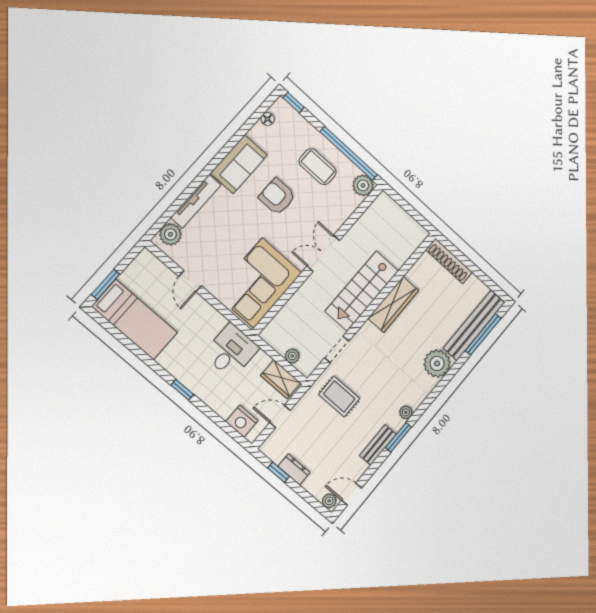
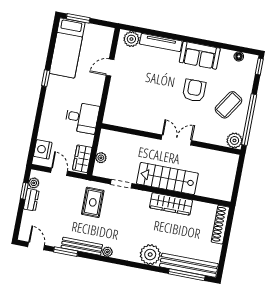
coffee table: (318, 167) -> (228, 105), turned 33
corner sofa: (258, 283) -> (134, 110), removed
window: (182, 390) -> (46, 78), moved
window: (398, 437) -> (66, 252), moved
bench: (378, 445) -> (82, 246), width x1.36
plant: (329, 501) -> (34, 183), moved

